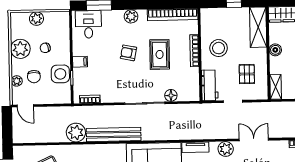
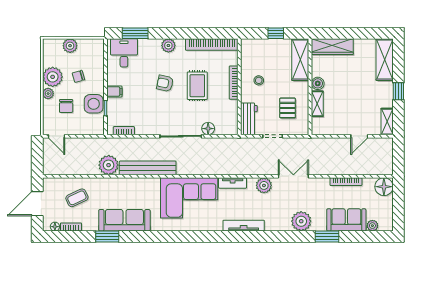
stool: (219, 48) -> (259, 80), width x0.53, depth x0.53
plant: (17, 81) -> (48, 94), moved
shelving: (276, 87) -> (317, 104), moved

